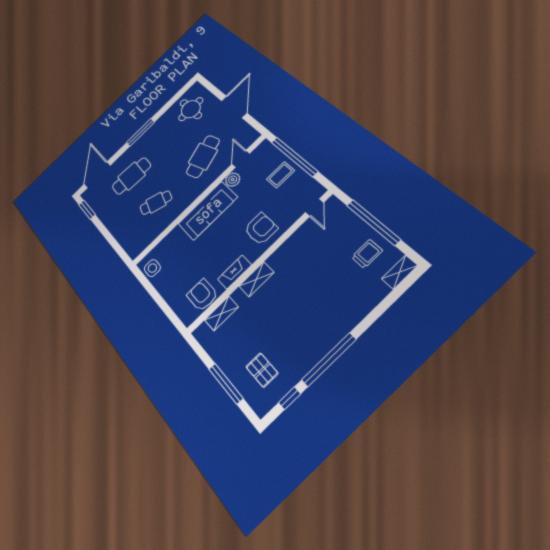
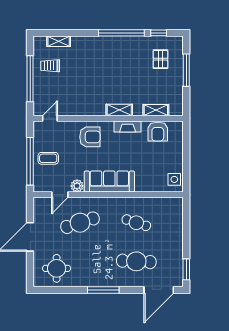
armchair: (261, 229) -> (90, 137), turned 180
shelving: (400, 272) -> (59, 41), moved

